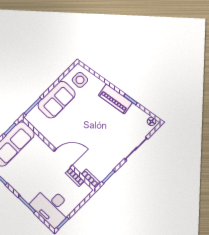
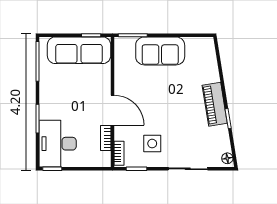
side table: (80, 80) -> (152, 144), moved

